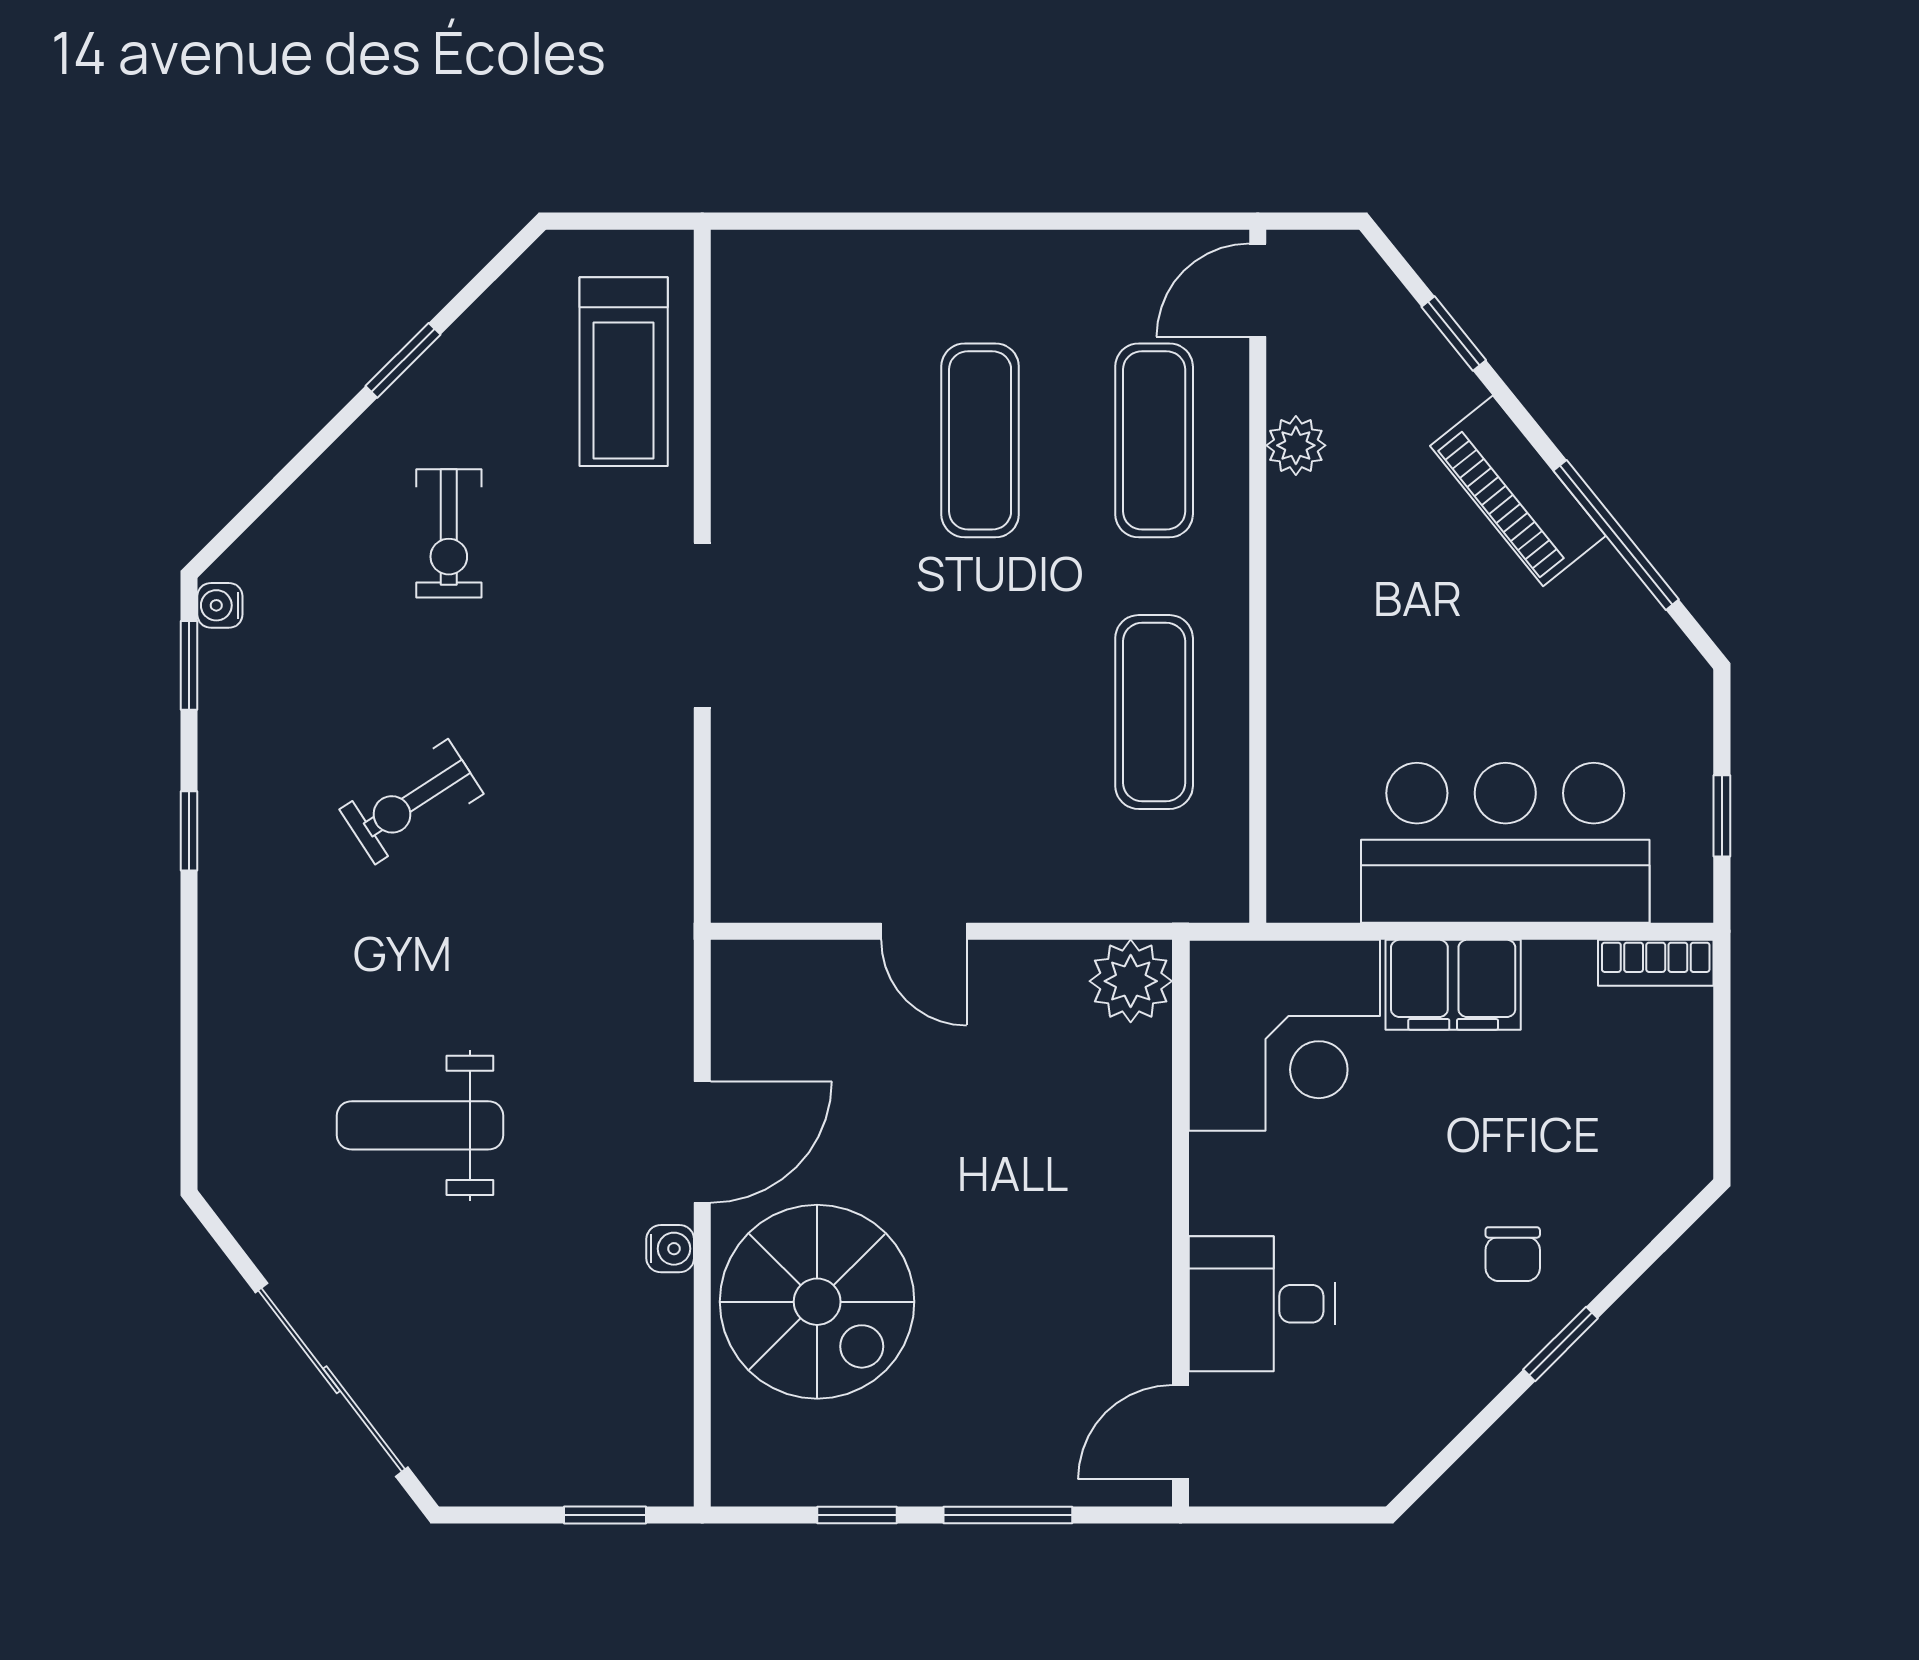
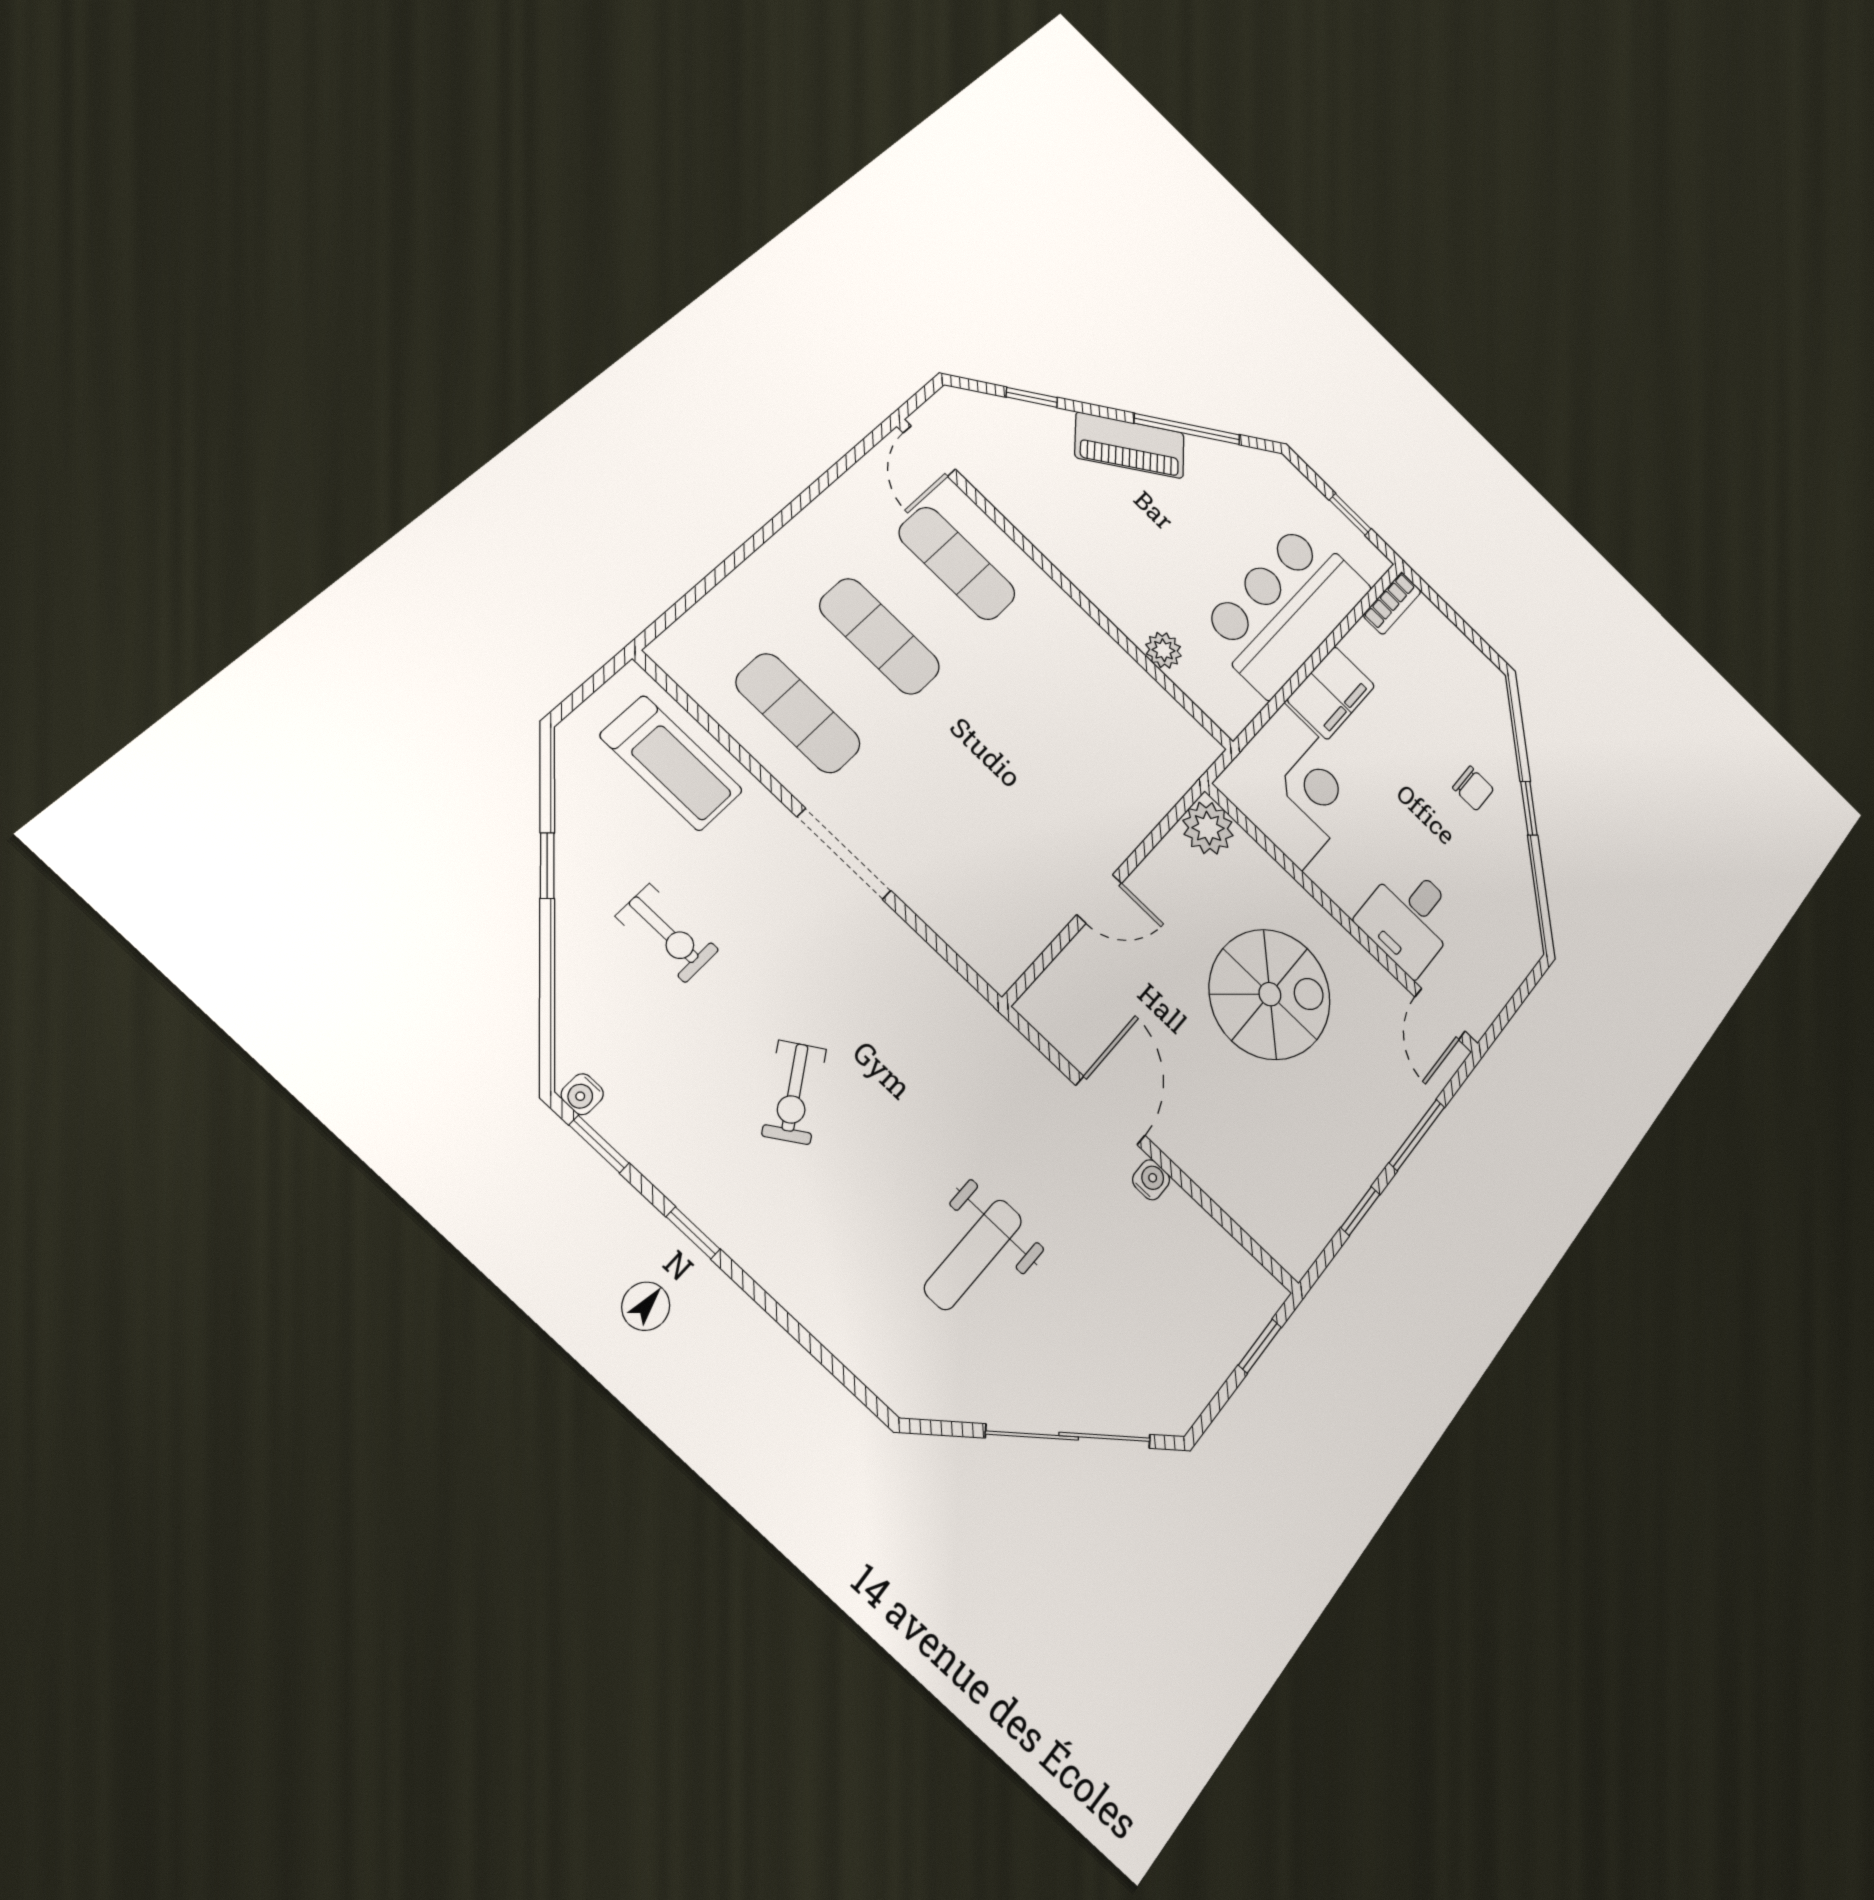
plant: (1296, 445) -> (1163, 650), moved
exercise mat: (1154, 712) -> (798, 713), moved
spiral stairs: (817, 1302) -> (1270, 994), moved

